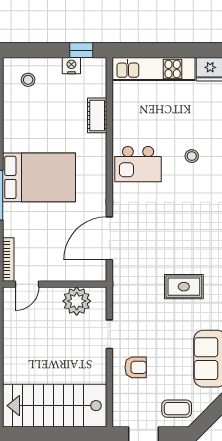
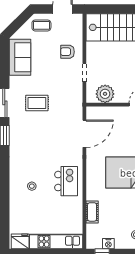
kitchen island: (138, 164) -> (66, 181), turned 90

